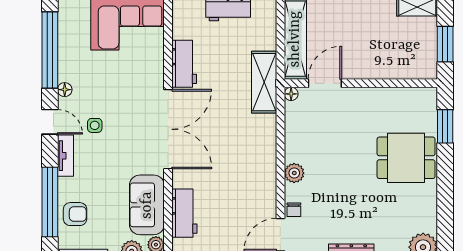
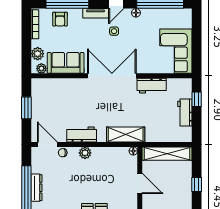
shelving: (264, 82) -> (126, 134), moved
door: (325, 83) -> (140, 183), moved
double door: (168, 129) -> (112, 76), swing flipped
workbench: (184, 213) -> (82, 134), moved, turned 180

